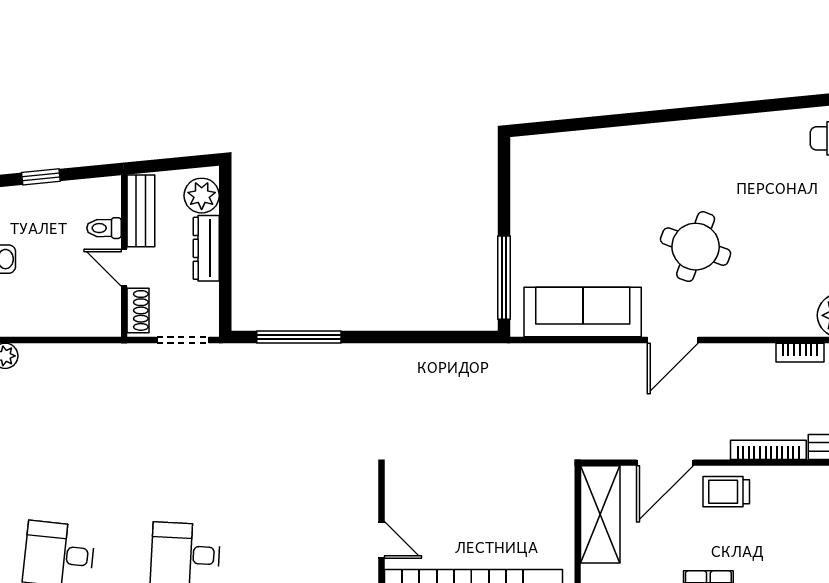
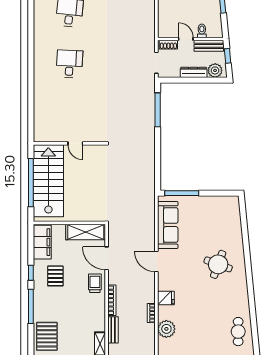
window: (166, 165) -> (228, 56), added
round table: (696, 247) -> (218, 264), moved
door: (124, 268) -> (186, 39), hinge flipped
fridge: (763, 317) -> (166, 298), added
door: (382, 540) -> (75, 143), hinge flipped

